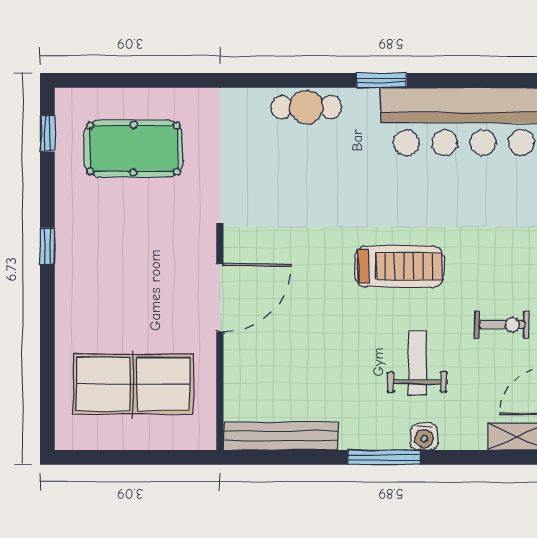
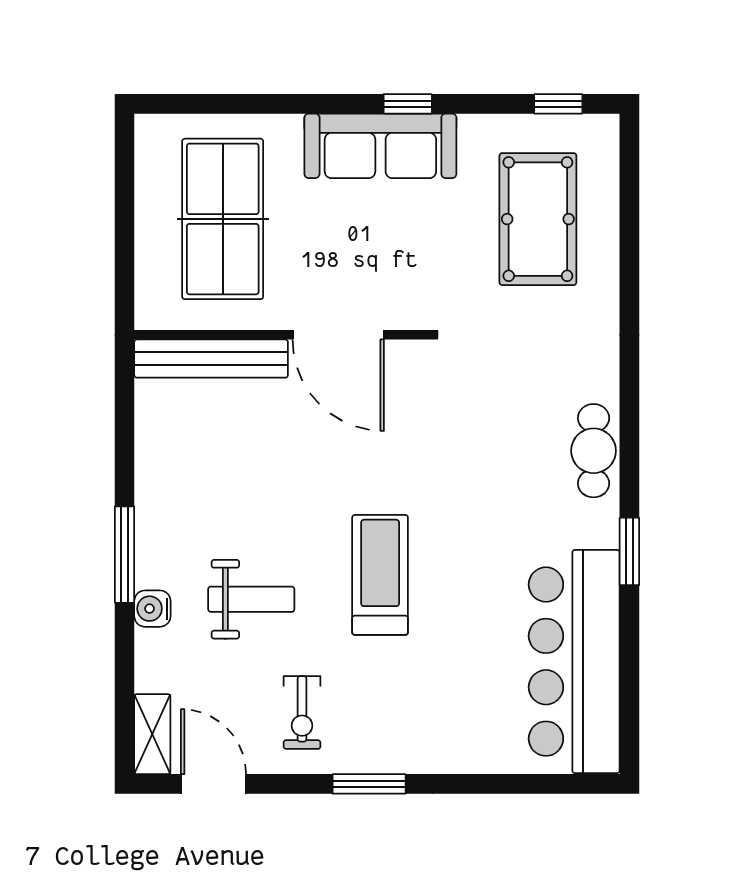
sofa: (79, 266) -> (380, 146), added
treadmill: (399, 267) -> (380, 575), turned 180
bench: (281, 436) -> (211, 359), moved, turned 90

